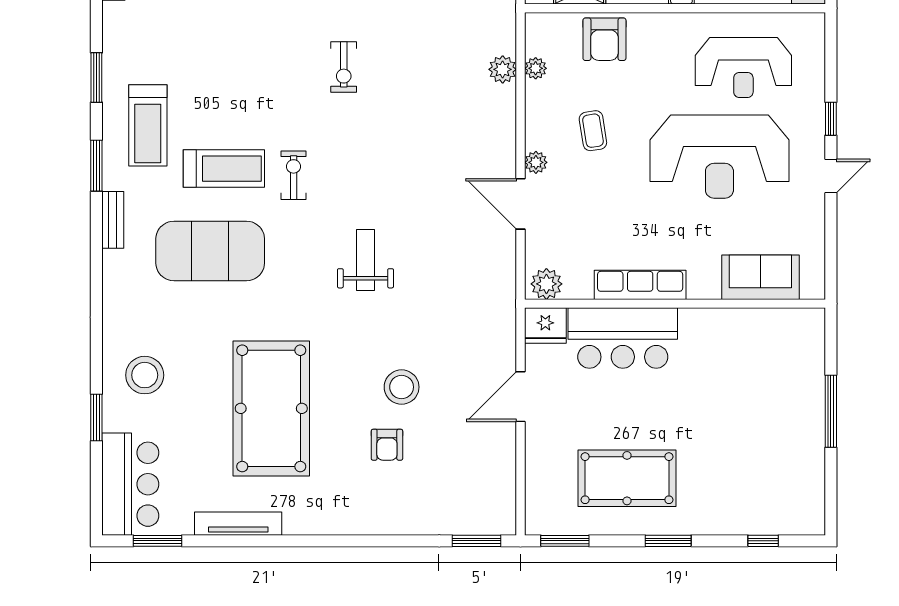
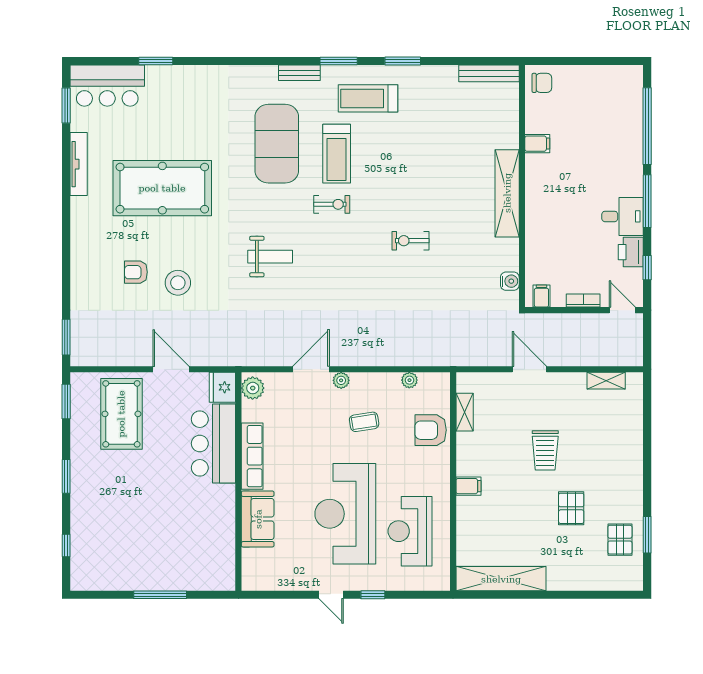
plant: (503, 69) -> (409, 356), removed
sofa: (760, 277) -> (258, 519), moved
stool: (145, 375) -> (187, 96), removed
pool table: (627, 478) -> (121, 414), moved

